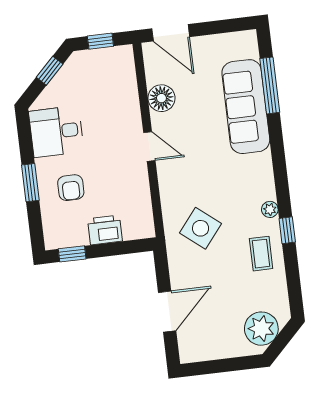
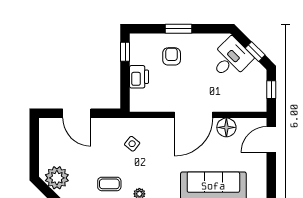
desk: (56, 132) -> (231, 59), moved, turned 45
door: (149, 147) -> (194, 115), width x1.88
armchair: (71, 188) -> (172, 56), turned 90
side table: (201, 228) -> (132, 144), width x0.54, depth x0.54

